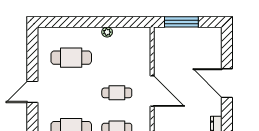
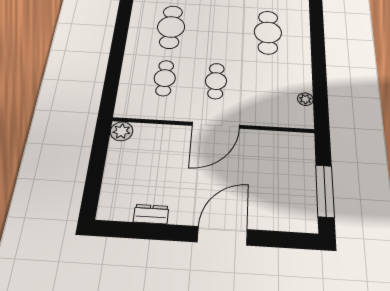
window: (181, 22) -> (325, 191), moved
plant: (107, 32) -> (305, 99), moved

